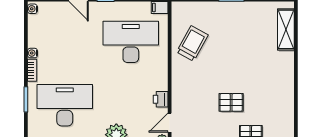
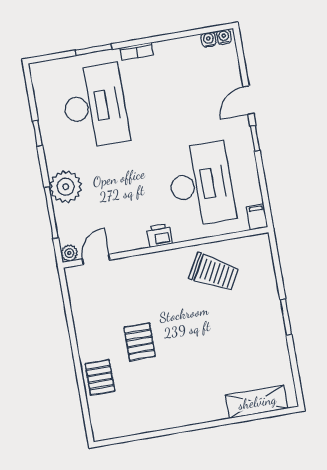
water cooler: (33, 53) -> (208, 40), moved
printer: (161, 99) -> (160, 235), moved
door: (170, 123) -> (96, 259), hinge flipped

